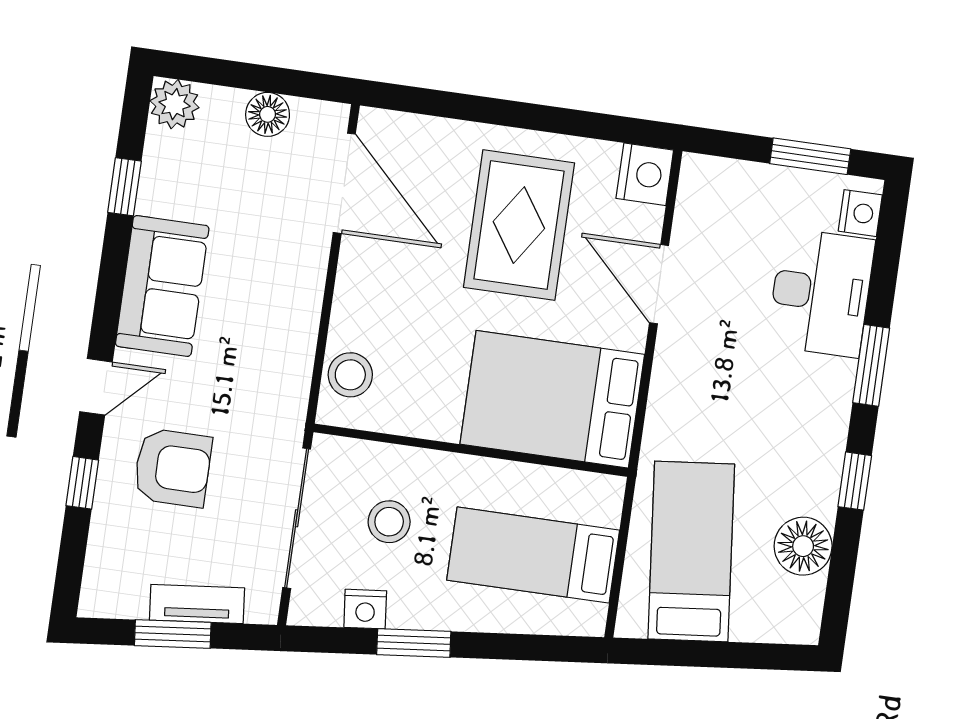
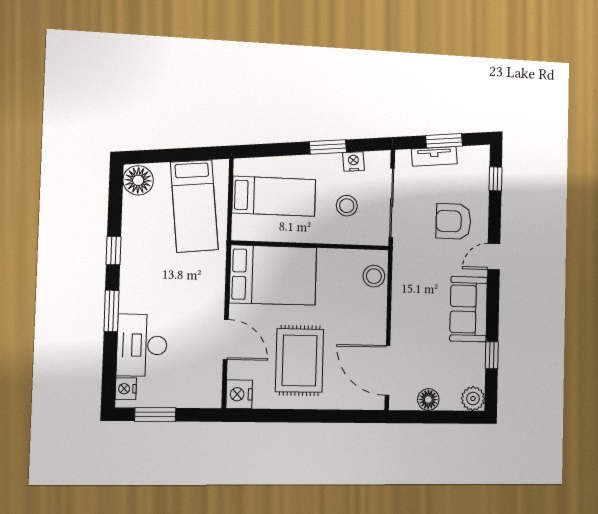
window: (82, 483) -> (495, 179), moved
floor lamp: (803, 546) -> (138, 180), moved

